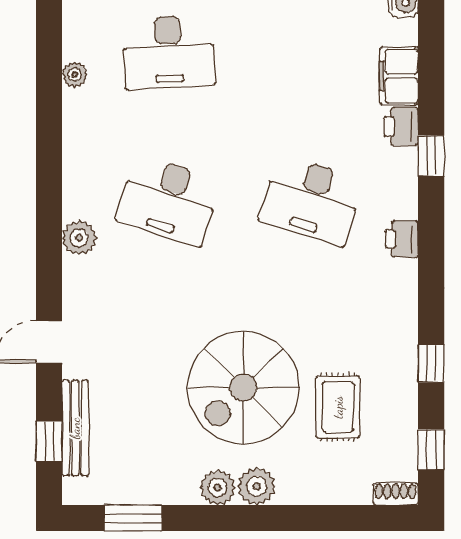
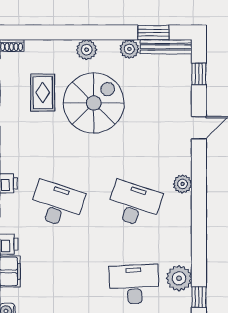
window: (49, 29) -> (199, 297), added
plant: (75, 74) -> (179, 278), width x1.88, depth x1.88
bench: (75, 428) -> (166, 47), moved, turned 90
plant: (218, 488) -> (129, 49), moved

